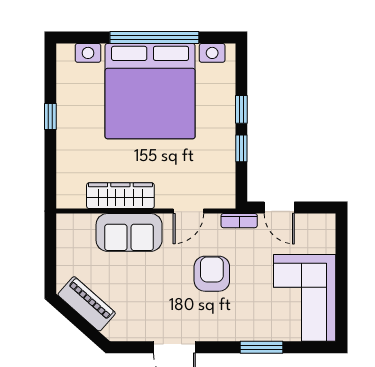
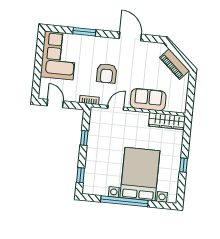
bed with nightstands: (150, 91) -> (140, 174), width x0.73
window: (241, 109) -> (80, 175), moved
wardrobe: (120, 196) -> (167, 121), moved
door: (279, 208) -> (55, 103), moved

